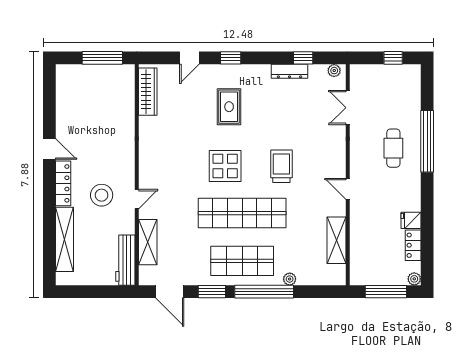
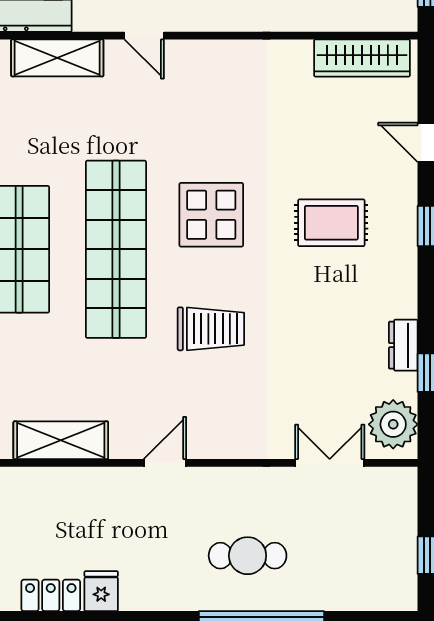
dresser: (290, 71) -> (403, 345), width x0.70
plant: (334, 71) -> (393, 424), width x1.88, depth x1.88

